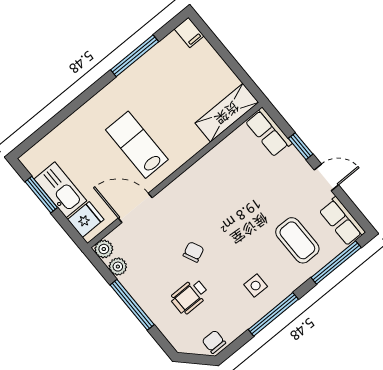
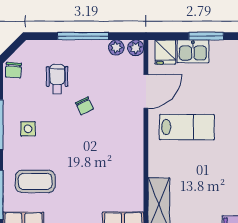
kitchen sink: (60, 190) -> (193, 51), width x0.73
chair: (214, 342) -> (13, 70), turned 94

